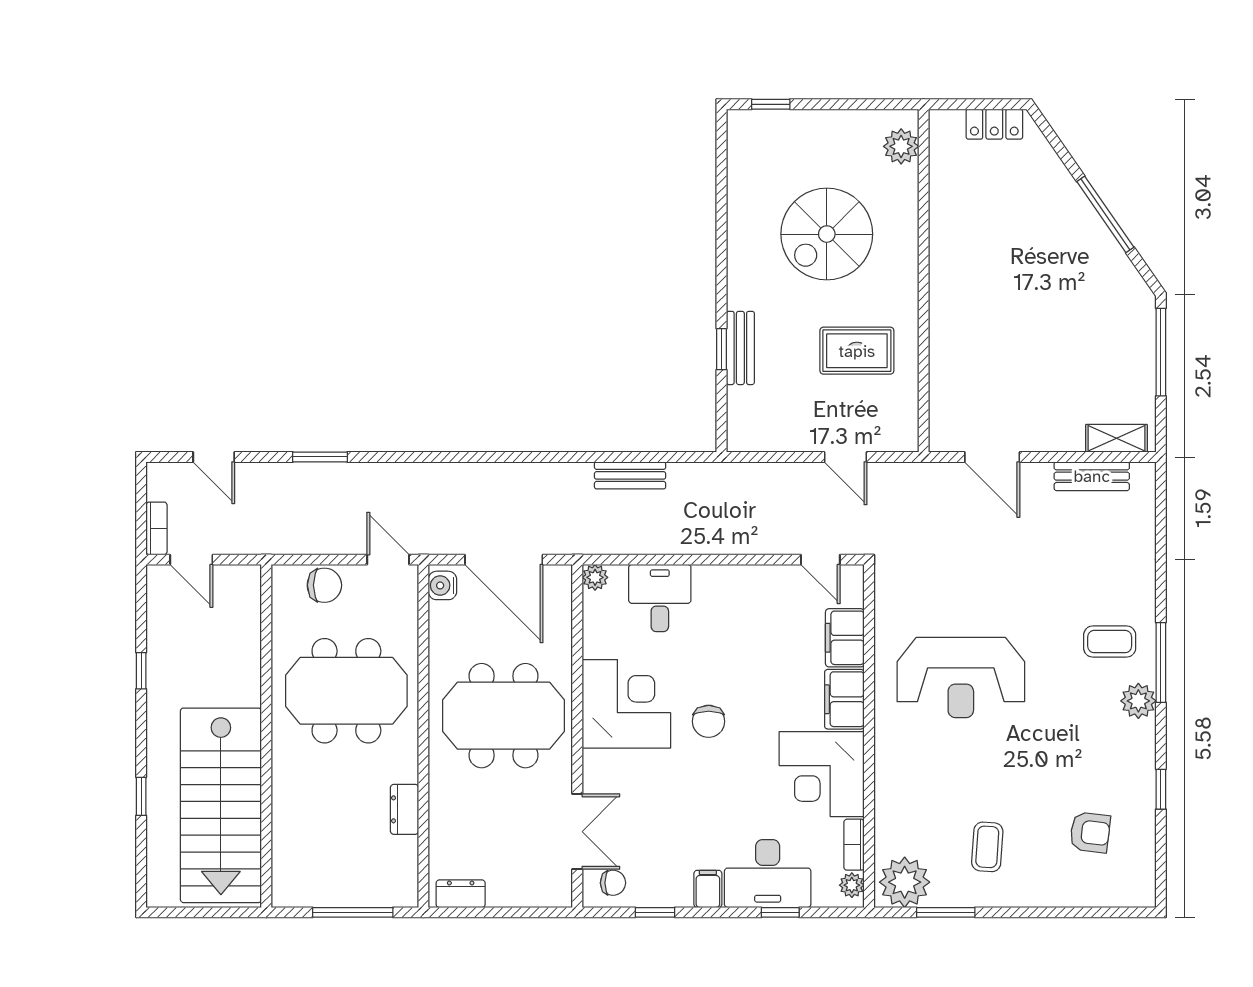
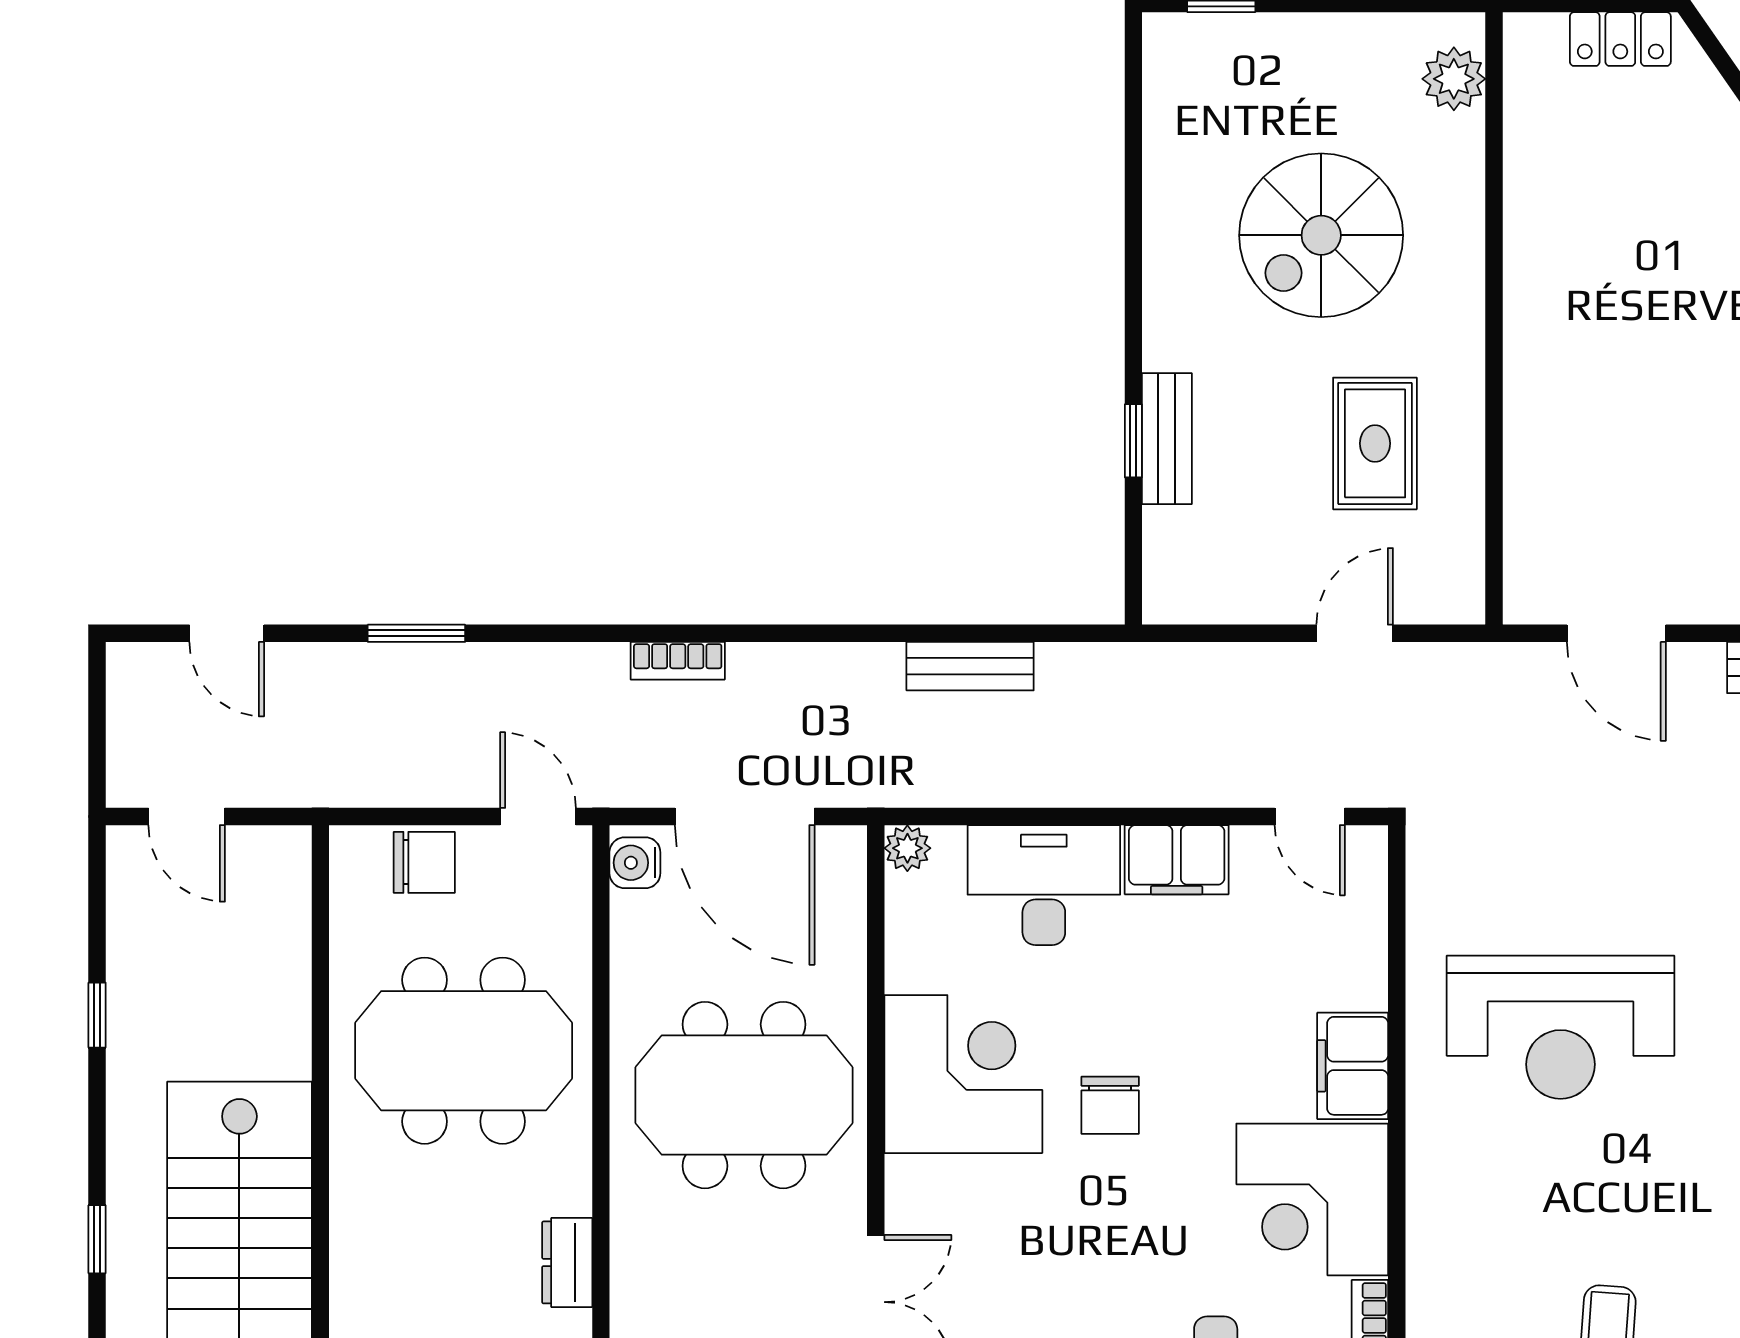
rug: (857, 351) -> (1375, 443), turned 90
door: (846, 457) -> (1355, 633), swing flipped
bookcase: (157, 528) -> (678, 661), moved, turned 90
desk: (660, 598) -> (1044, 885), width x1.37
filing cabinet: (845, 638) -> (1177, 860), moved, turned -90

